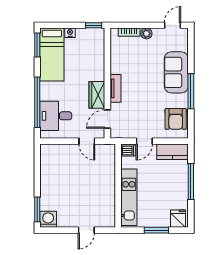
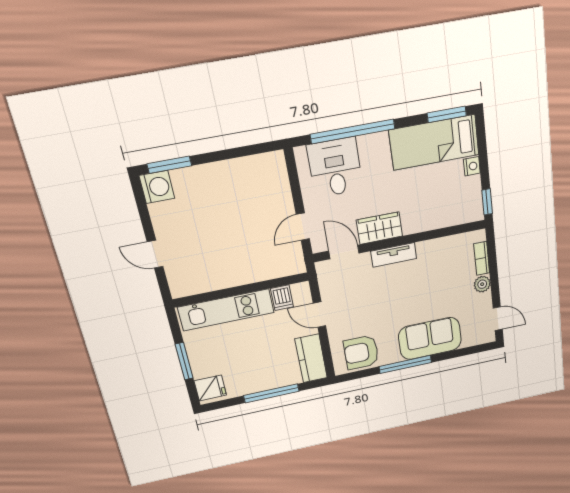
dishwasher: (128, 150) -> (282, 298), moved

